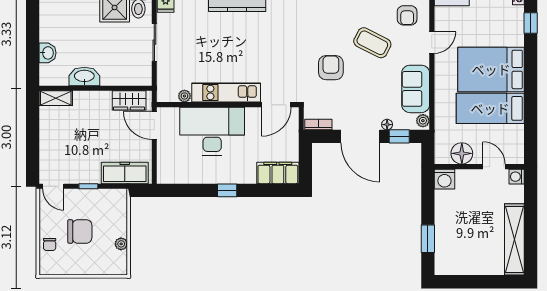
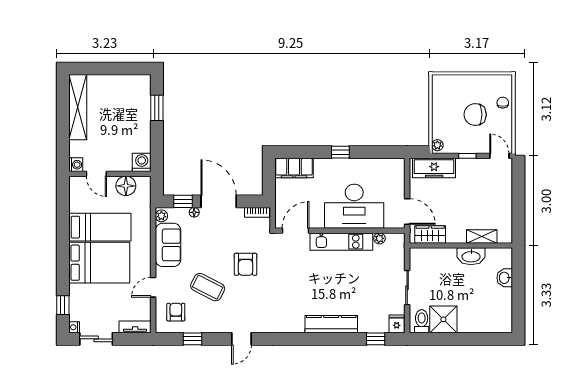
shelving: (56, 98) -> (482, 236), moved
plant: (121, 244) -> (437, 145), moved

